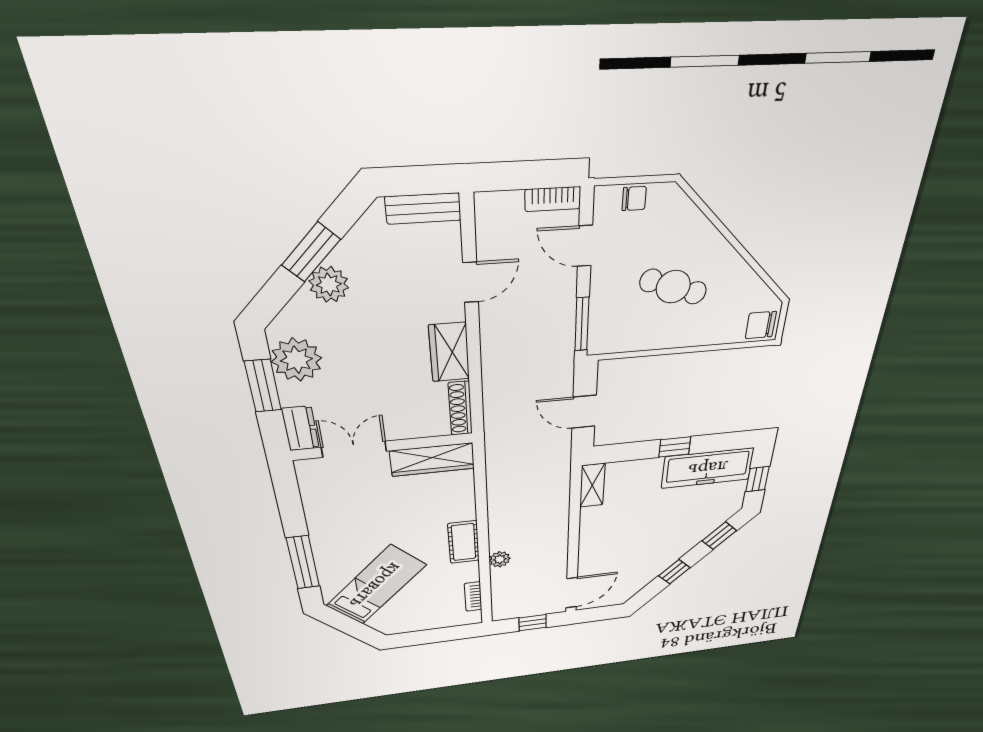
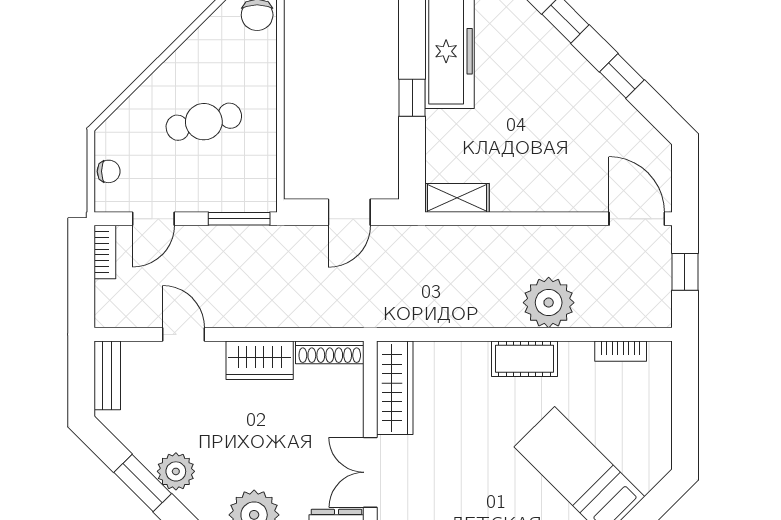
chair: (634, 199) -> (109, 171), turned 90
cafe table: (673, 287) -> (204, 122), turned 58
plant: (500, 559) -> (549, 303), width x1.88, depth x1.88

